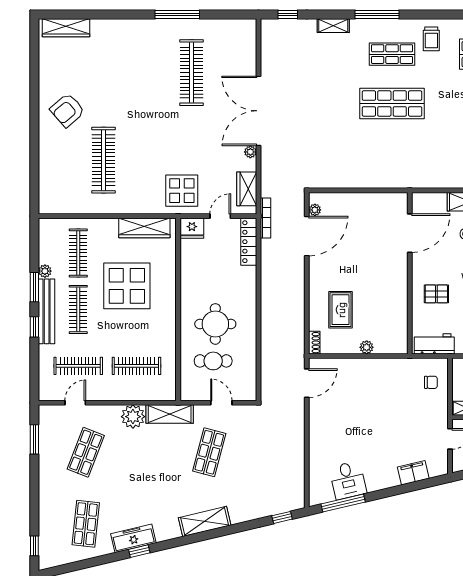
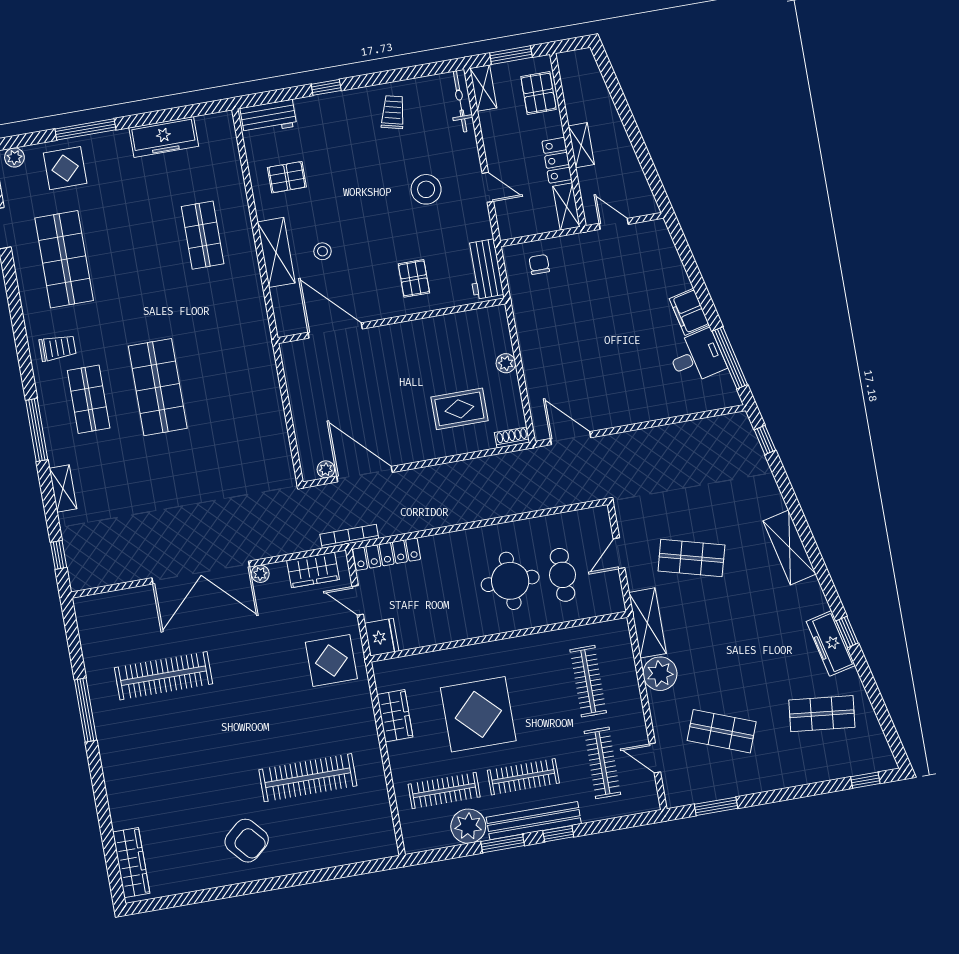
wardrobe: (144, 228) -> (395, 716), width x0.67
plant: (45, 271) -> (468, 826), width x1.88, depth x1.88
filing cabinet: (413, 473) -> (689, 312), moved

